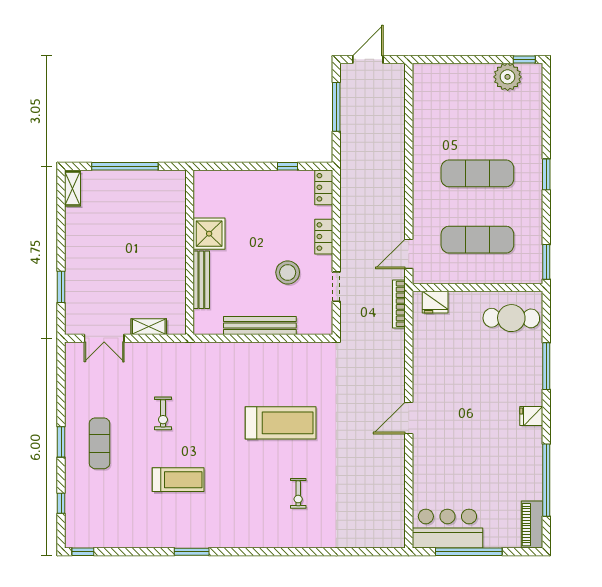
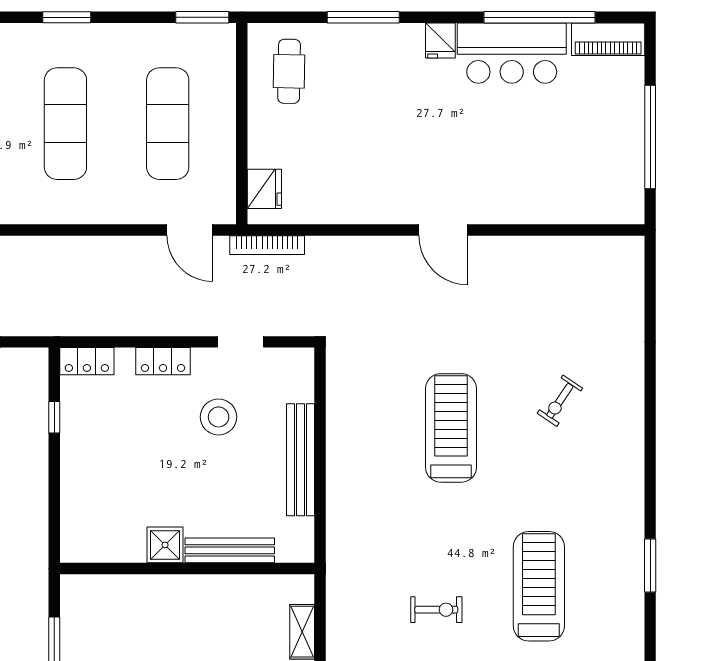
shower: (209, 234) -> (165, 545), width x0.73, depth x0.73
cafe table: (511, 318) -> (289, 71), width x0.73, depth x0.74
treadmill: (178, 480) -> (539, 586), width x1.37, depth x1.38
exercise bike: (298, 493) -> (560, 401), turned 124
bar counter: (447, 529) -> (512, 53), moved, turned -90

